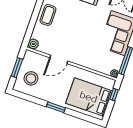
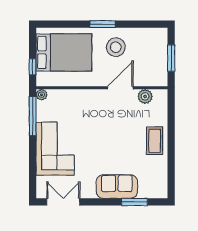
plant: (33, 44) -> (145, 96), moved
stool: (31, 78) -> (116, 47), moved

